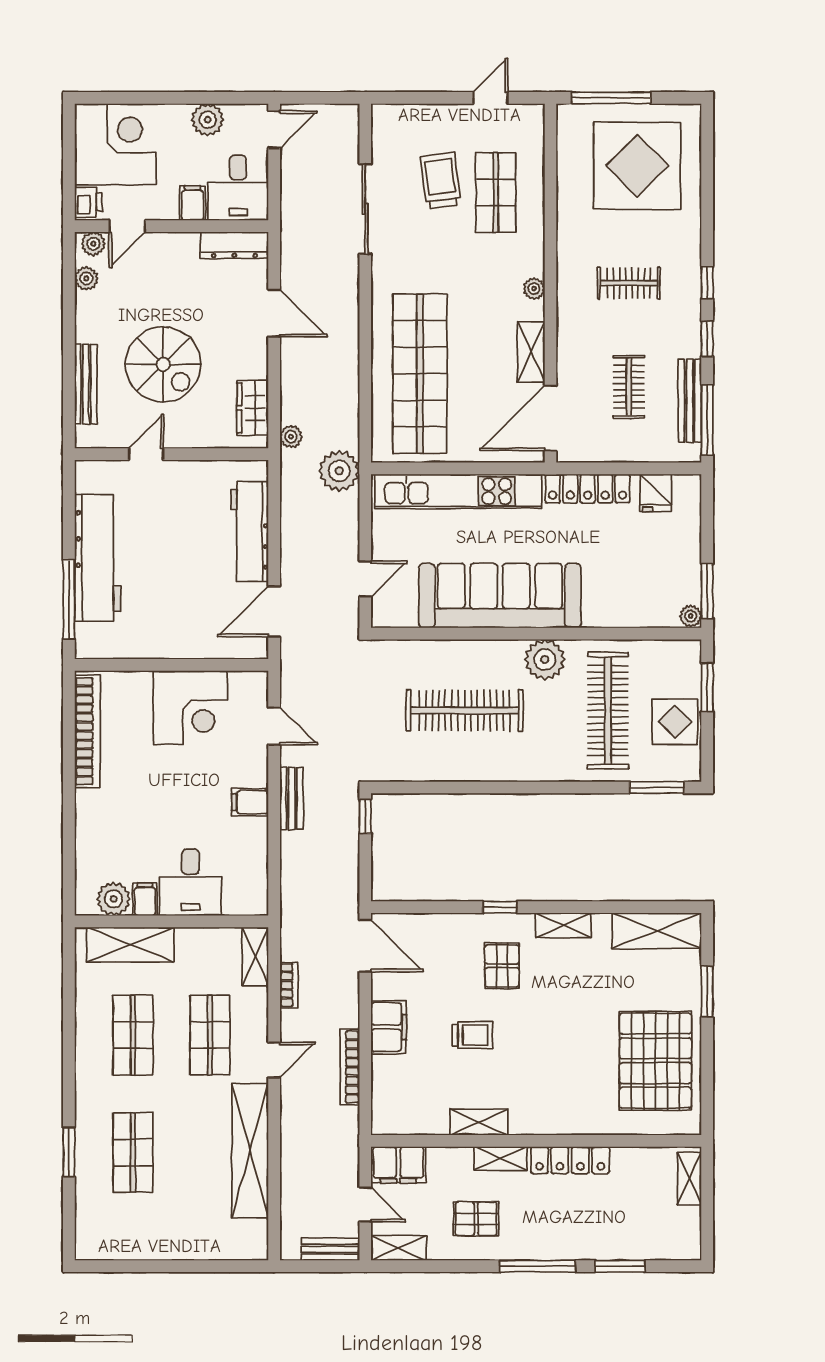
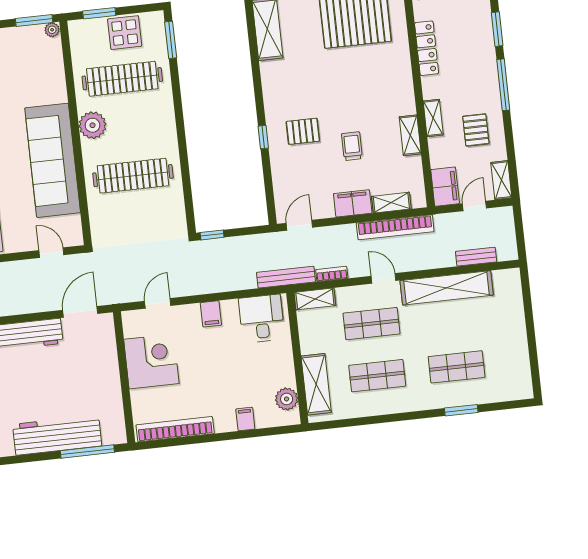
door: (274, 612) -> (80, 312), swing flipped
clothes rail: (465, 711) -> (133, 176), turned 90
bench: (292, 799) -> (286, 277), moved, width x1.36
desk: (190, 882) -> (262, 319), moved, turned -90
filing cabinet: (145, 899) -> (245, 419), moved, turned 90
shelving: (563, 925) -> (391, 203), moved, turned 90
door: (365, 946) -> (299, 225), width x0.73
bookcase: (350, 1067) -> (395, 227), width x1.48, depth x1.31
locker: (570, 1160) -> (427, 48), moved
bench: (330, 1249) -> (476, 257), moved, turned 90

